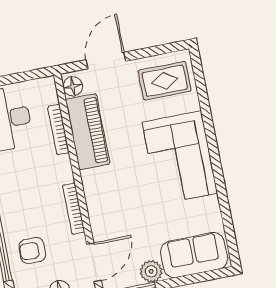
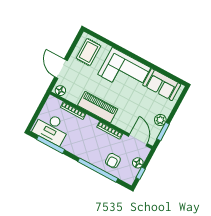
piano: (88, 132) -> (98, 107), moved
sofa: (194, 255) -> (162, 85), moved, turned -90

